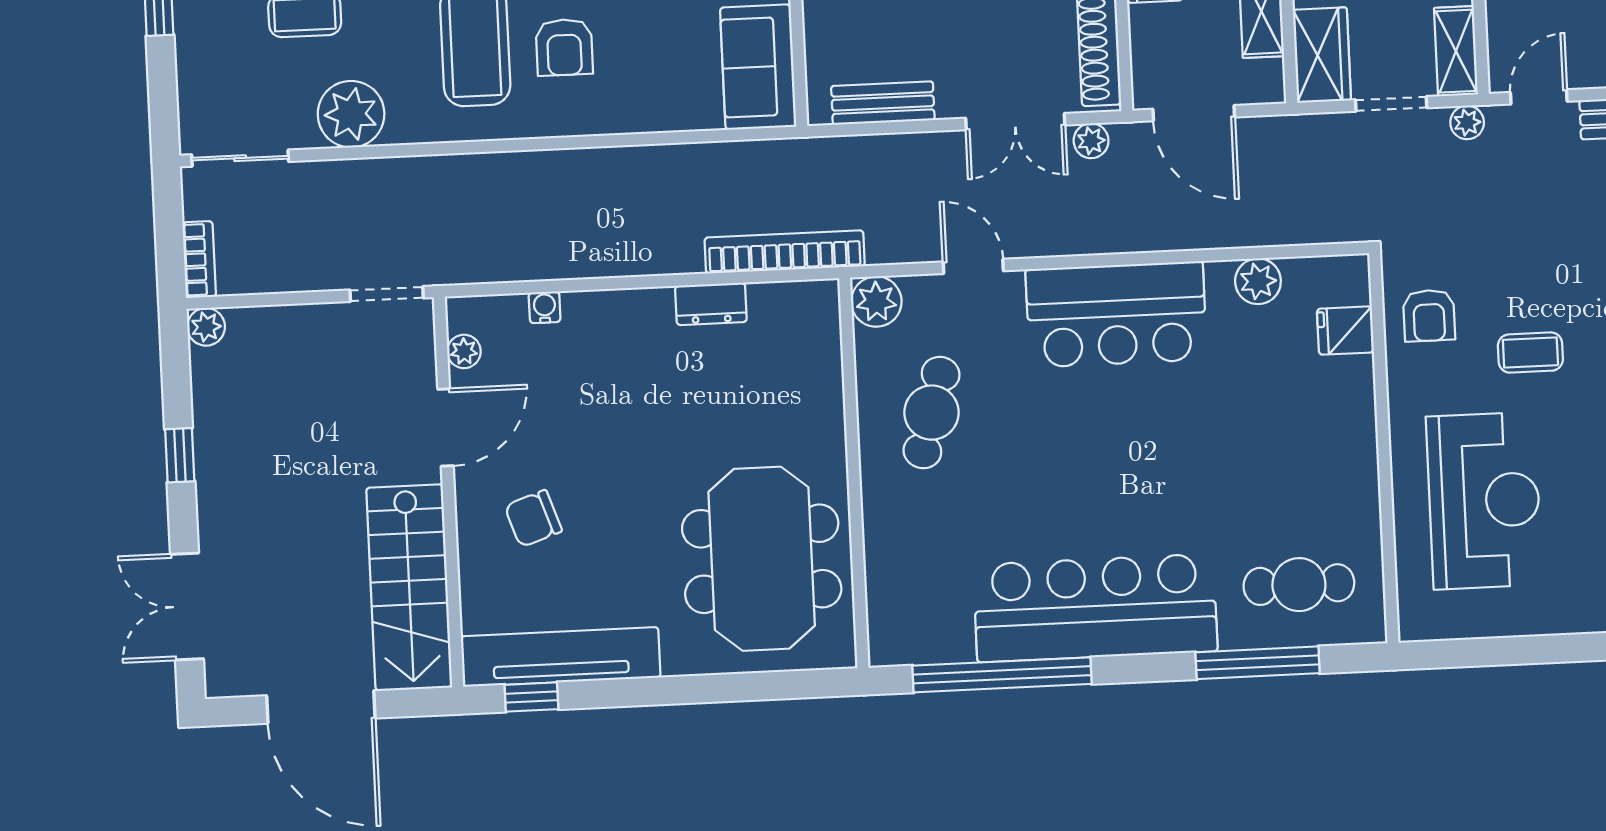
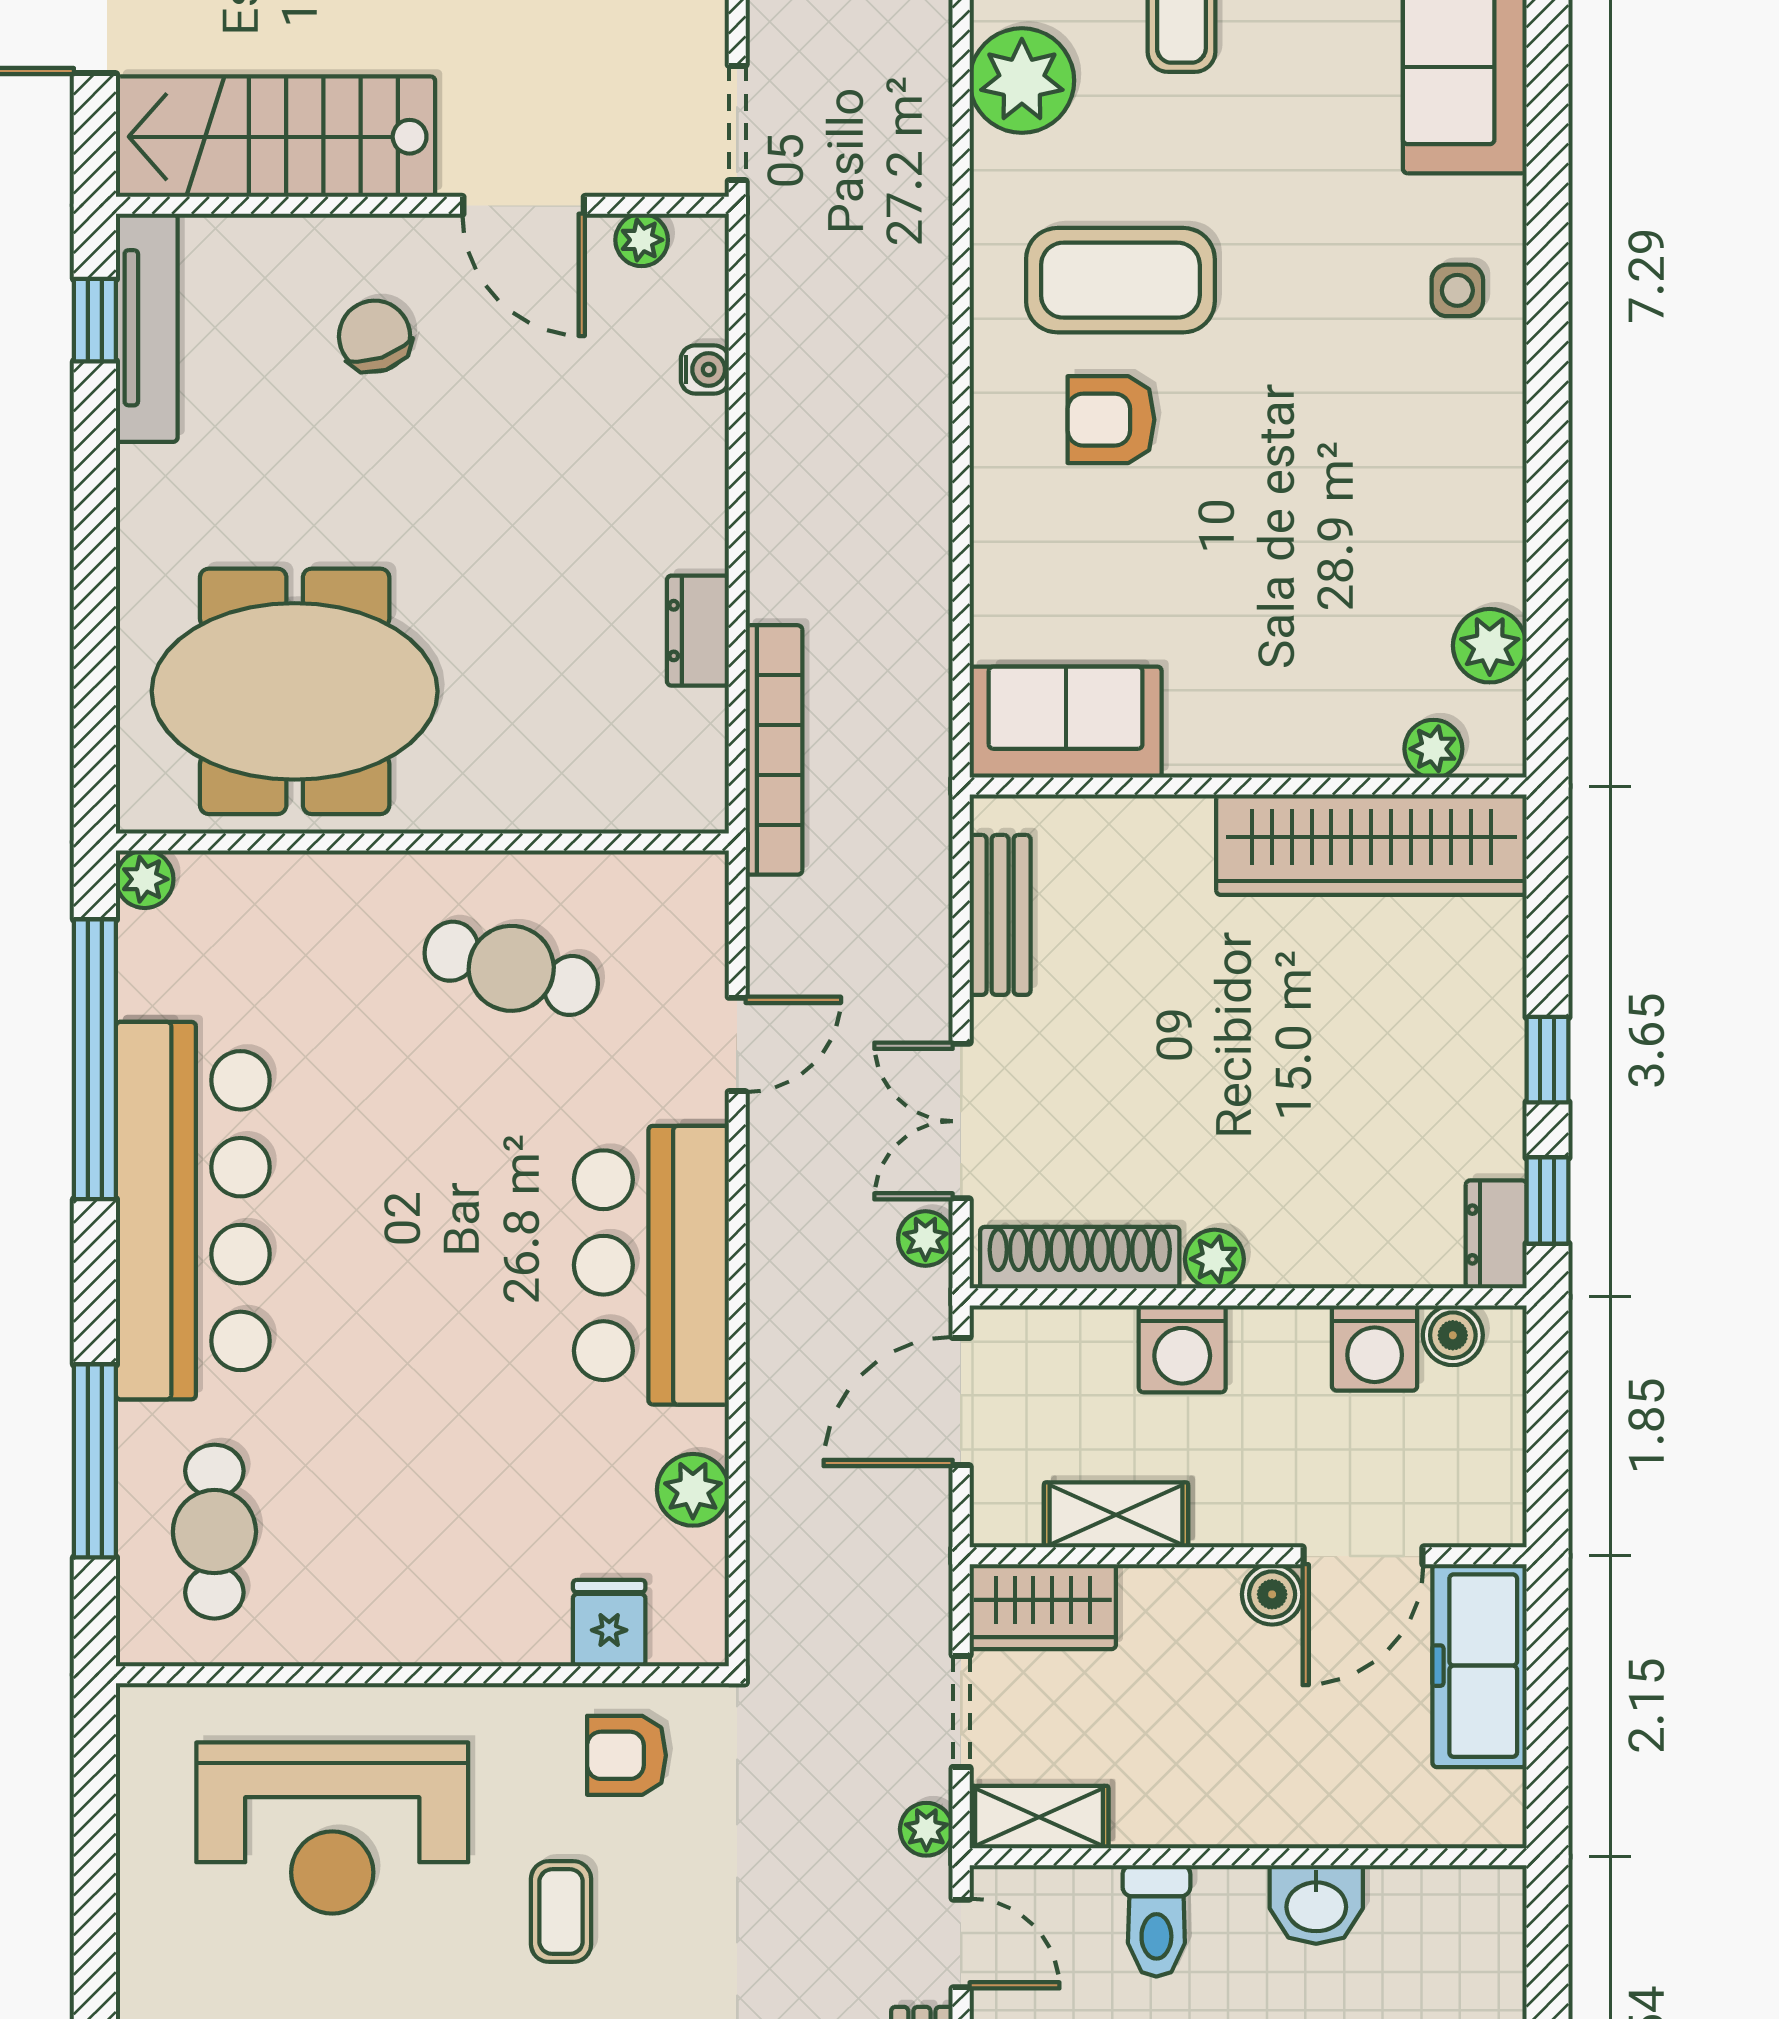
plant: (876, 302) -> (145, 879), moved, width x0.73, depth x0.73
tv unit: (561, 657) -> (147, 328), width x0.73, depth x0.78

